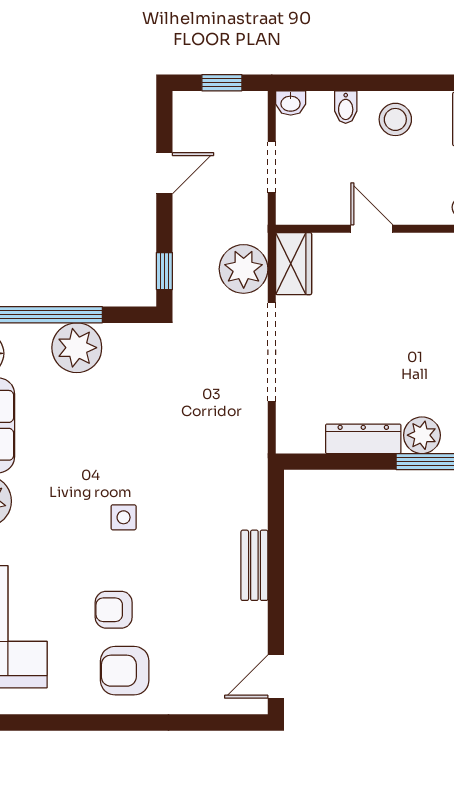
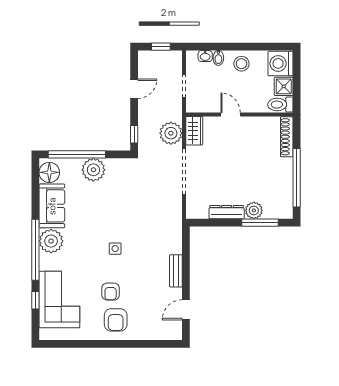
washbasin: (291, 103) -> (205, 56), moved
armchair: (114, 610) -> (111, 292), turned -90
armchair: (125, 671) -> (116, 320), turned -90
door: (276, 676) -> (186, 310), moved

